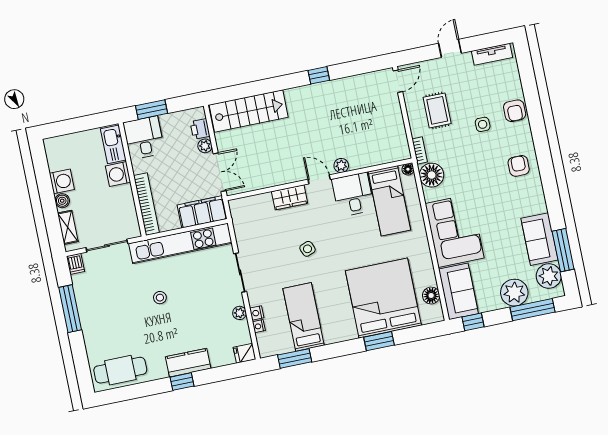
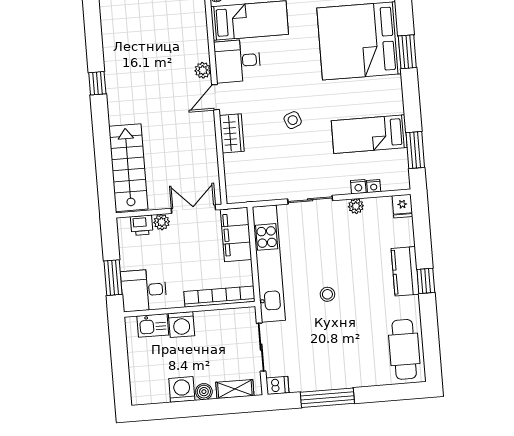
kitchen sink: (113, 144) -> (153, 325), width x0.73

